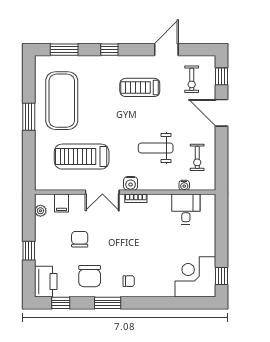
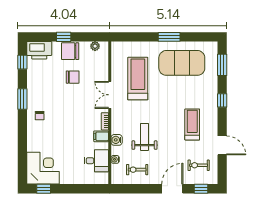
water cooler: (131, 183) -> (117, 140), moved
filing cabinet: (61, 203) -> (101, 136), moved
chair: (90, 276) -> (70, 51), moved

